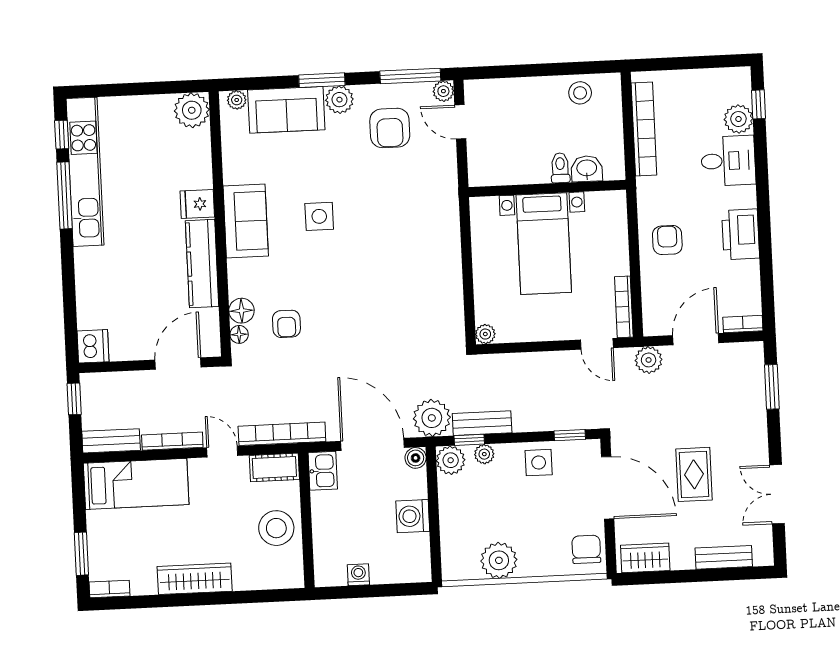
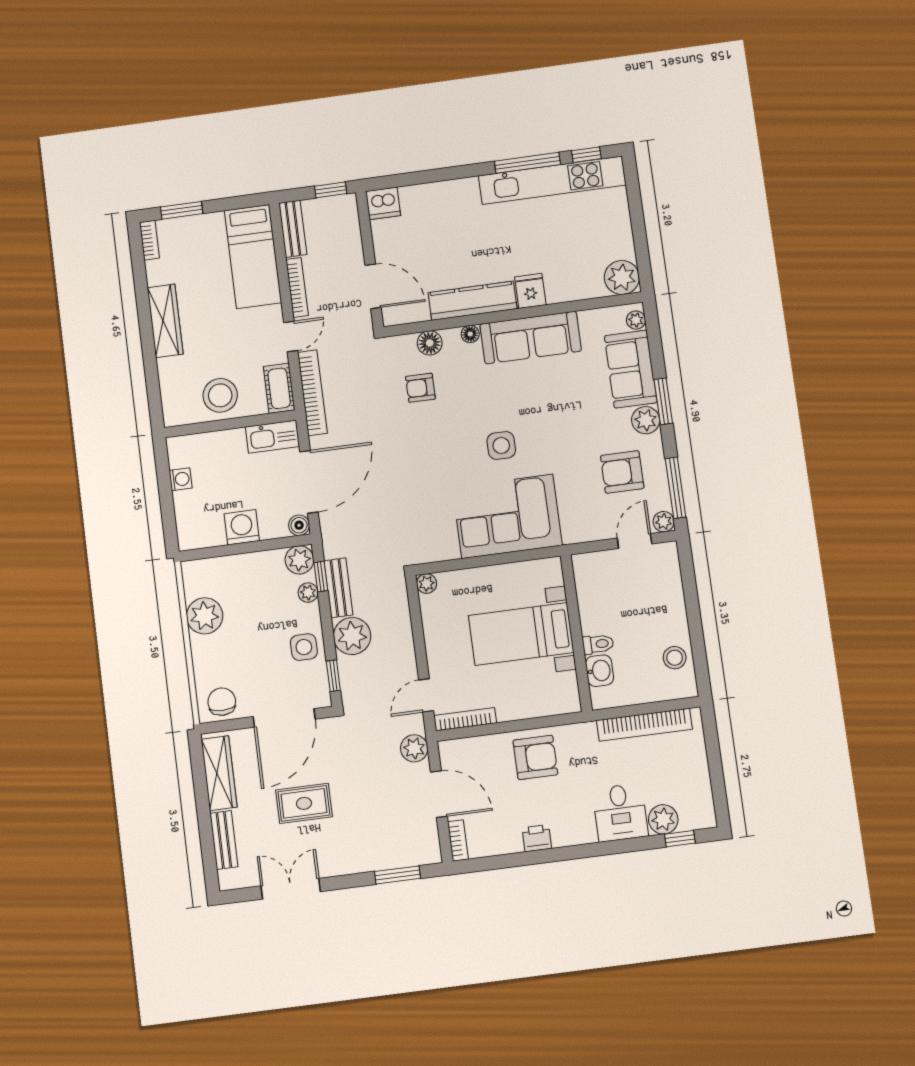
side table: (319, 216) -> (501, 446), moved
sofa: (246, 221) -> (531, 338), width x1.36
printer: (741, 234) -> (537, 838), width x0.53, depth x0.68
armchair: (667, 240) -> (535, 757), width x1.38, depth x1.38
corner sofa: (425, 247) -> (507, 516), added
floor lamp: (239, 334) -> (470, 334), moved
plant: (432, 418) -> (352, 636), moved
kitchen sink: (323, 471) -> (272, 437), width x1.38
chair: (586, 549) -> (222, 702), turned -90
wardrobe: (645, 558) -> (219, 773), width x1.50

